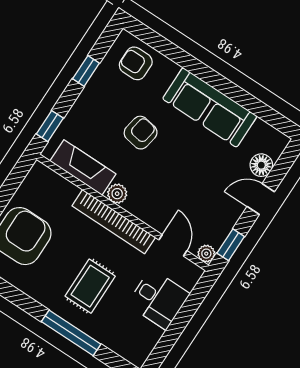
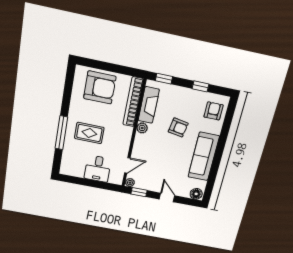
floor lamp: (261, 165) -> (196, 194), moved
bookcase: (114, 222) -> (133, 102), moved

